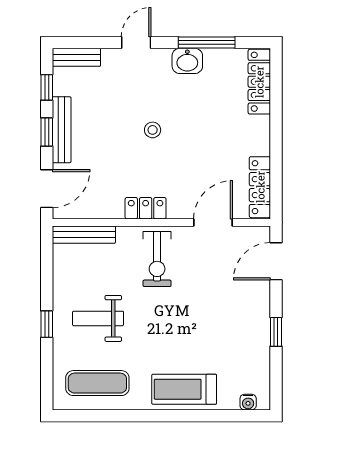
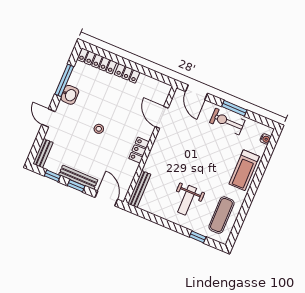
locker: (260, 187) -> (127, 73), moved, width x0.66
exercise bike: (157, 259) -> (227, 121), moved, turned 180
window: (47, 324) -> (198, 237), moved
window: (276, 332) -> (234, 108), width x1.50

